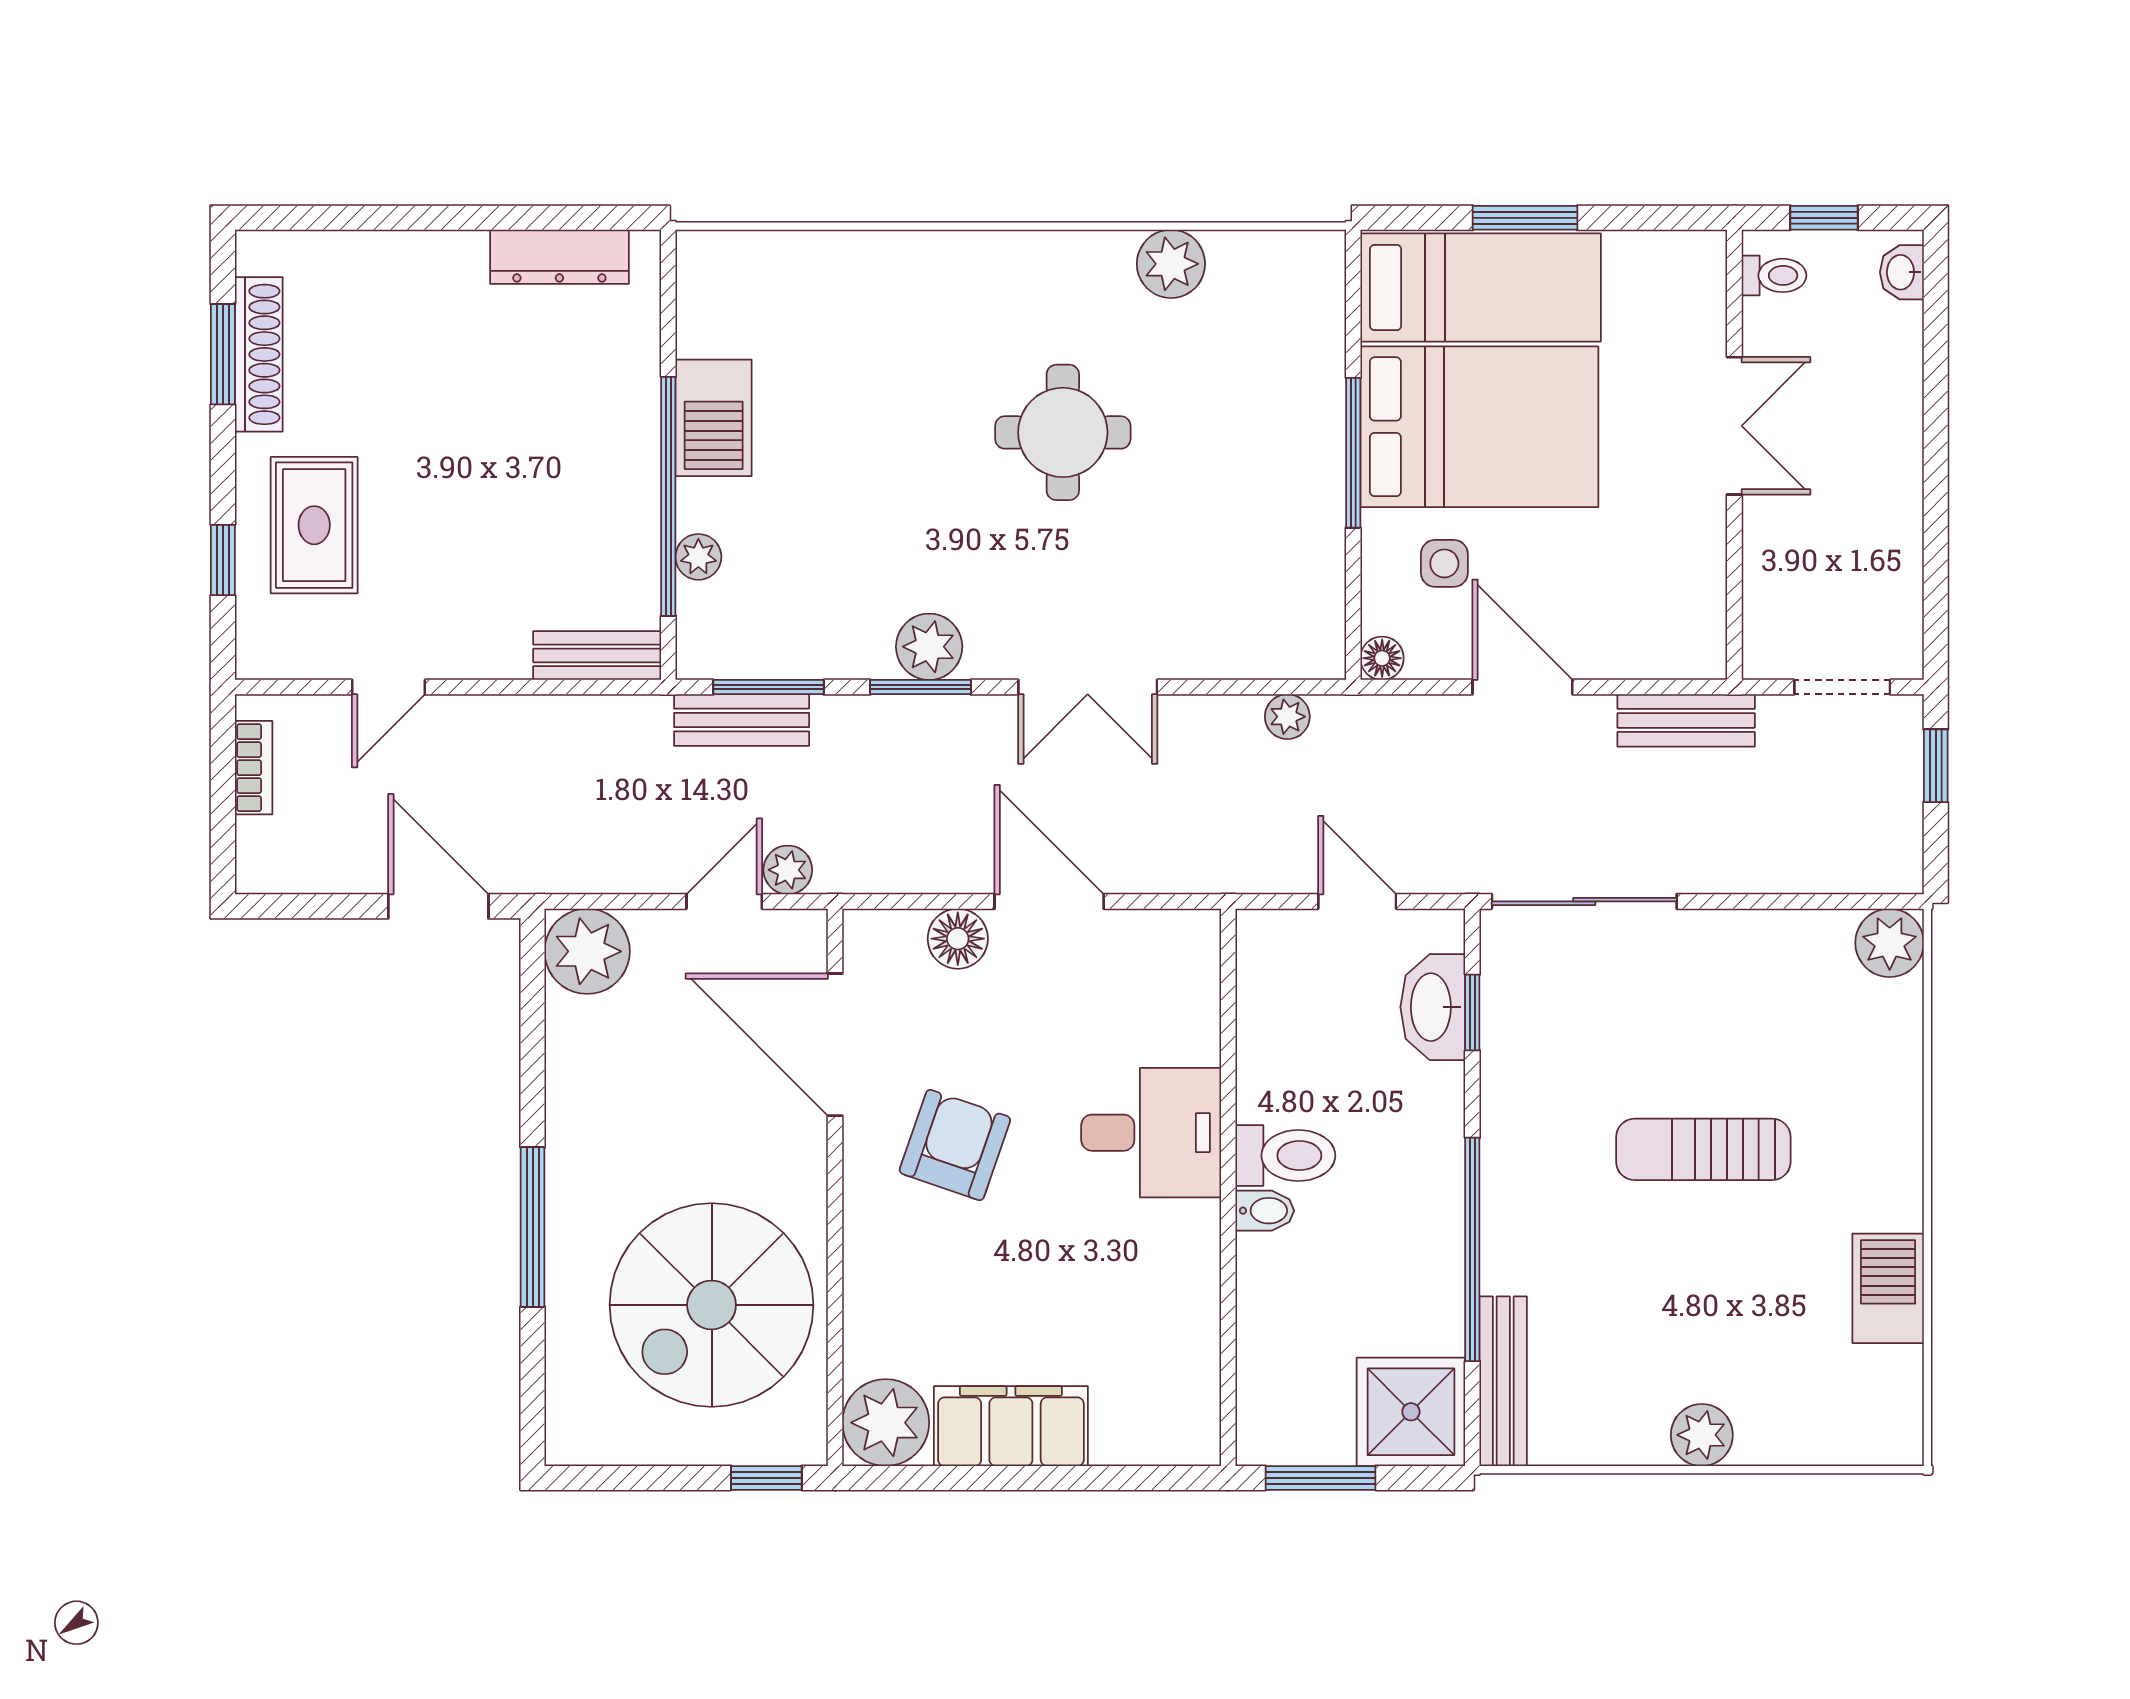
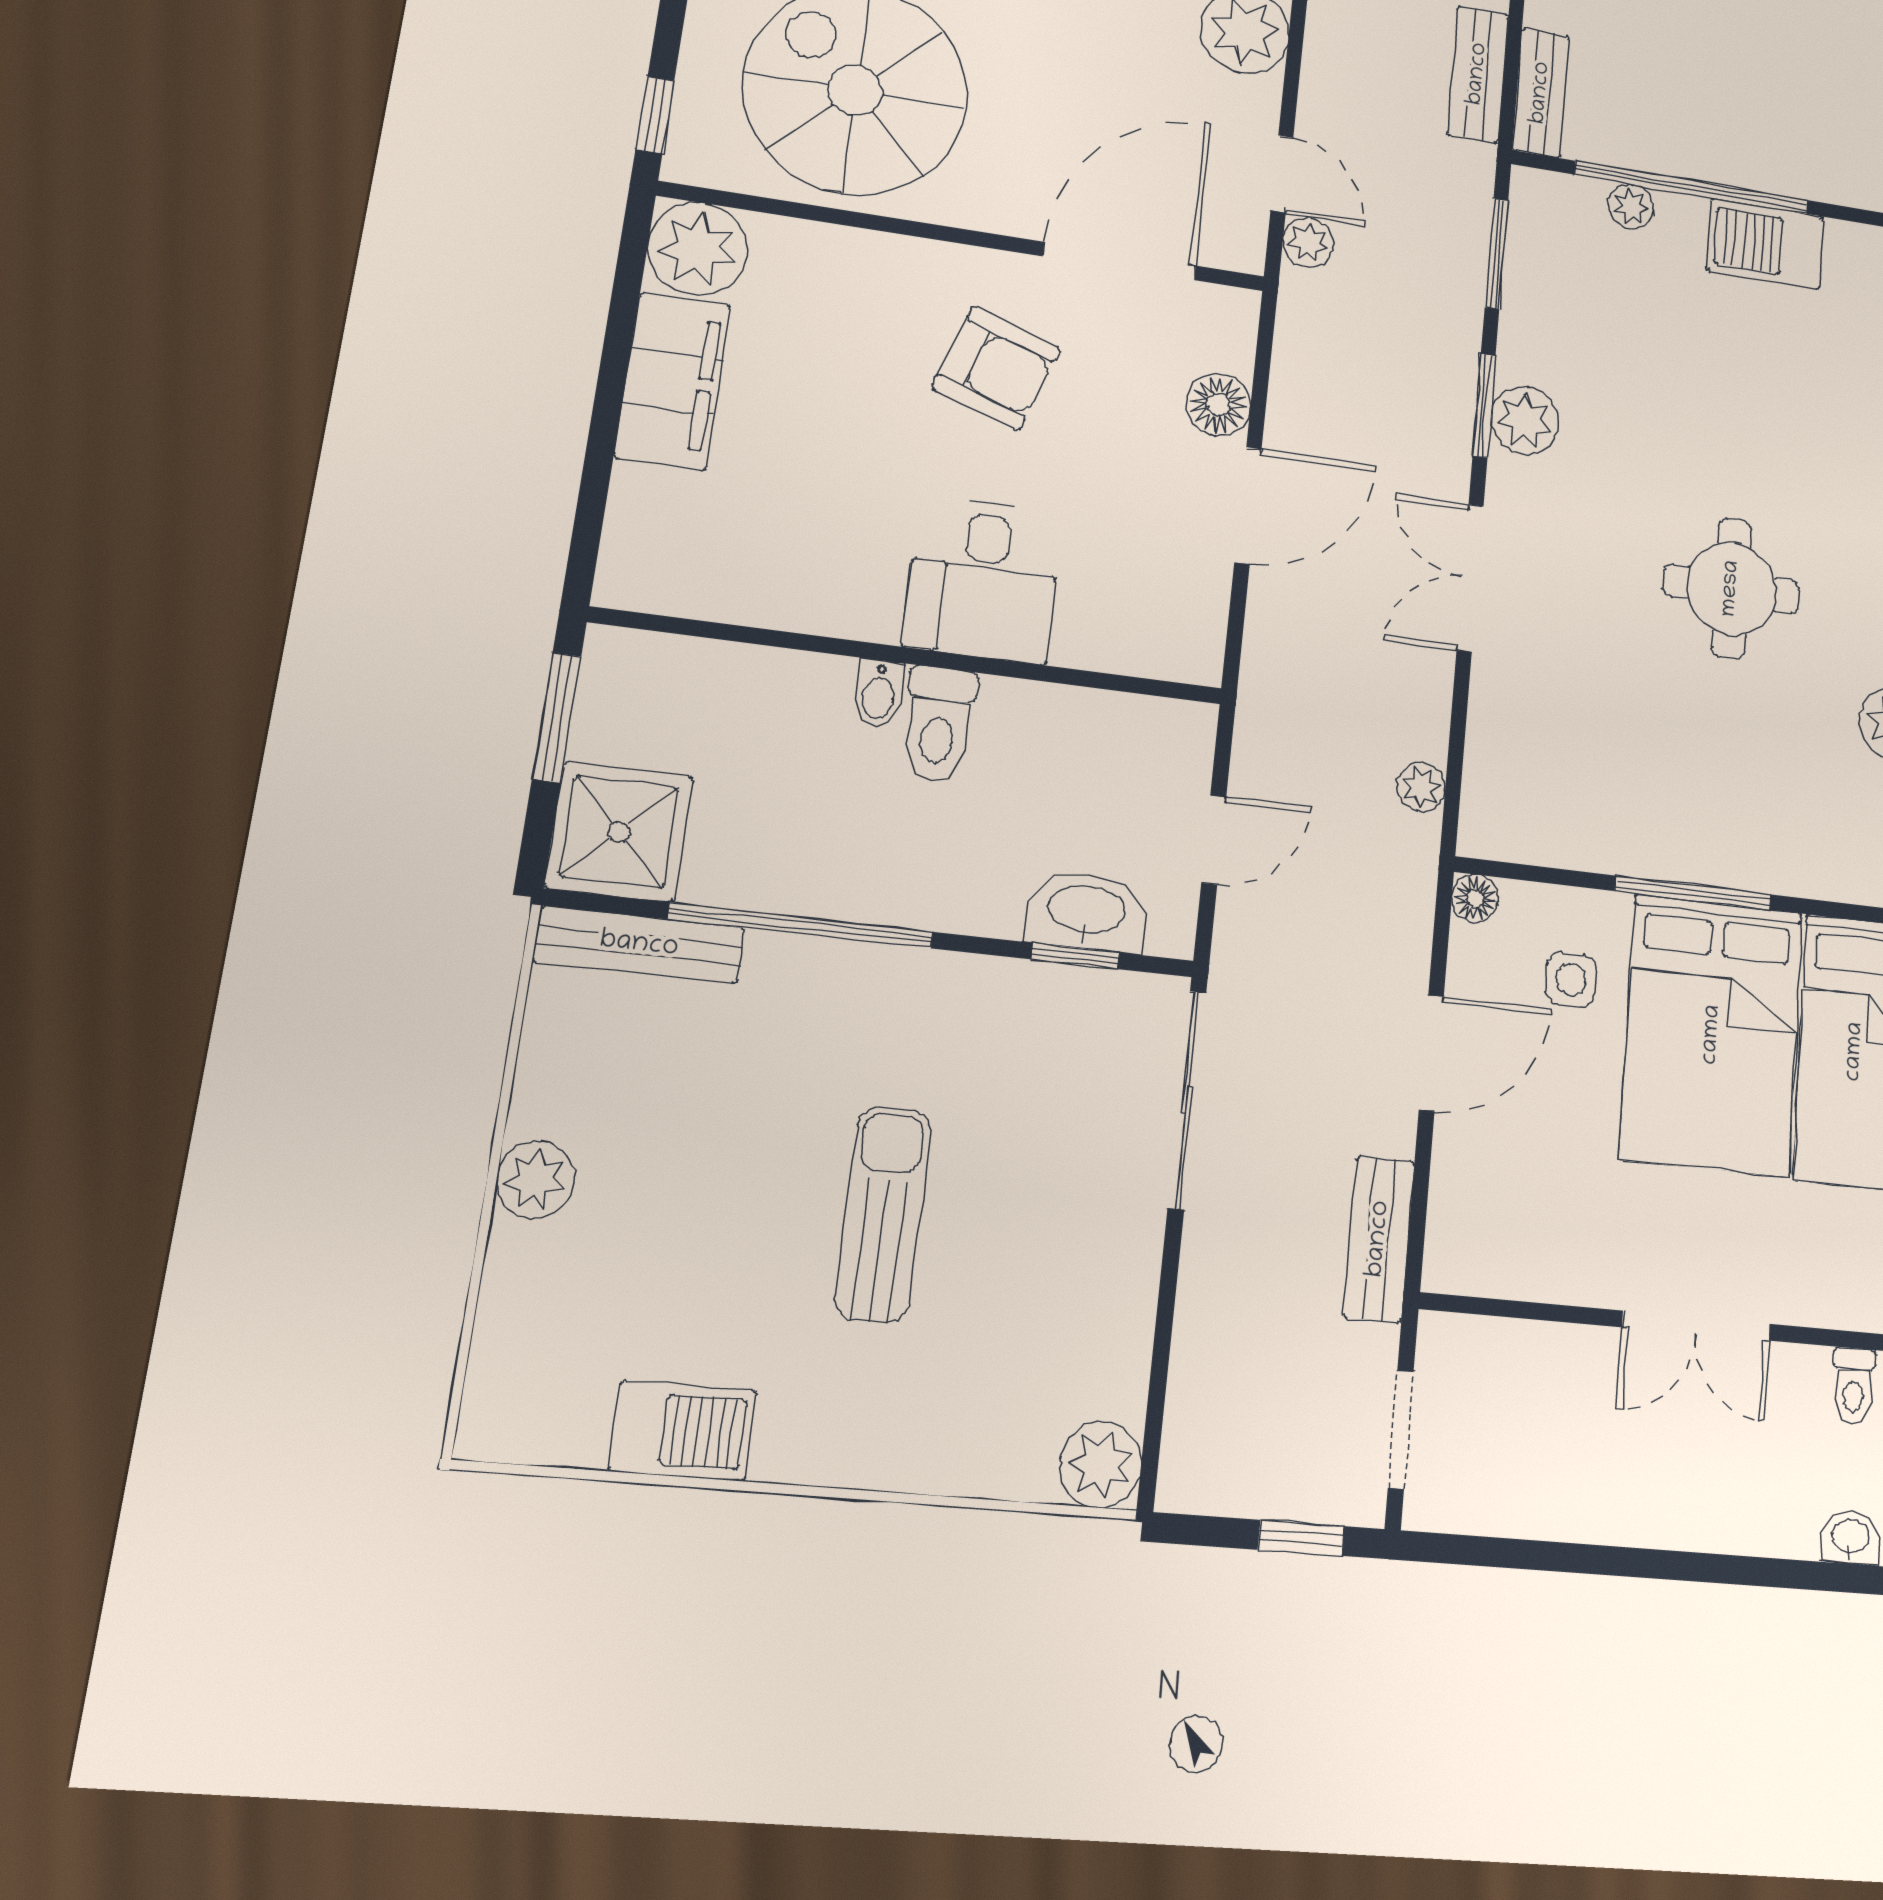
bench: (742, 720) -> (1478, 74), moved

